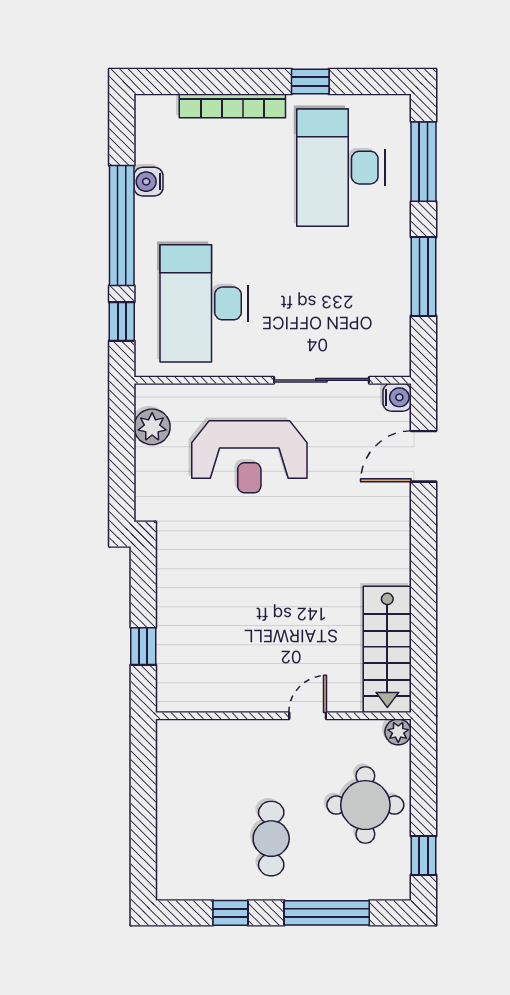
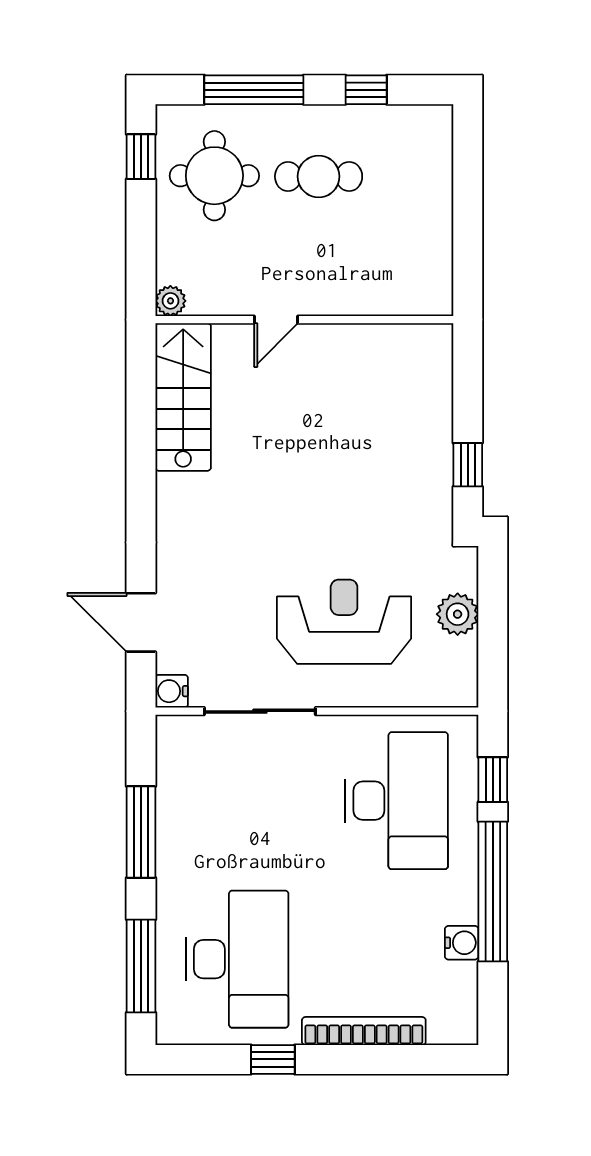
plant: (152, 427) -> (458, 614), moved
door: (423, 456) -> (141, 622), swing flipped
window: (143, 646) -> (468, 465), moved
round table: (365, 805) -> (214, 176), moved
cafe table: (271, 839) -> (319, 176), turned 90

